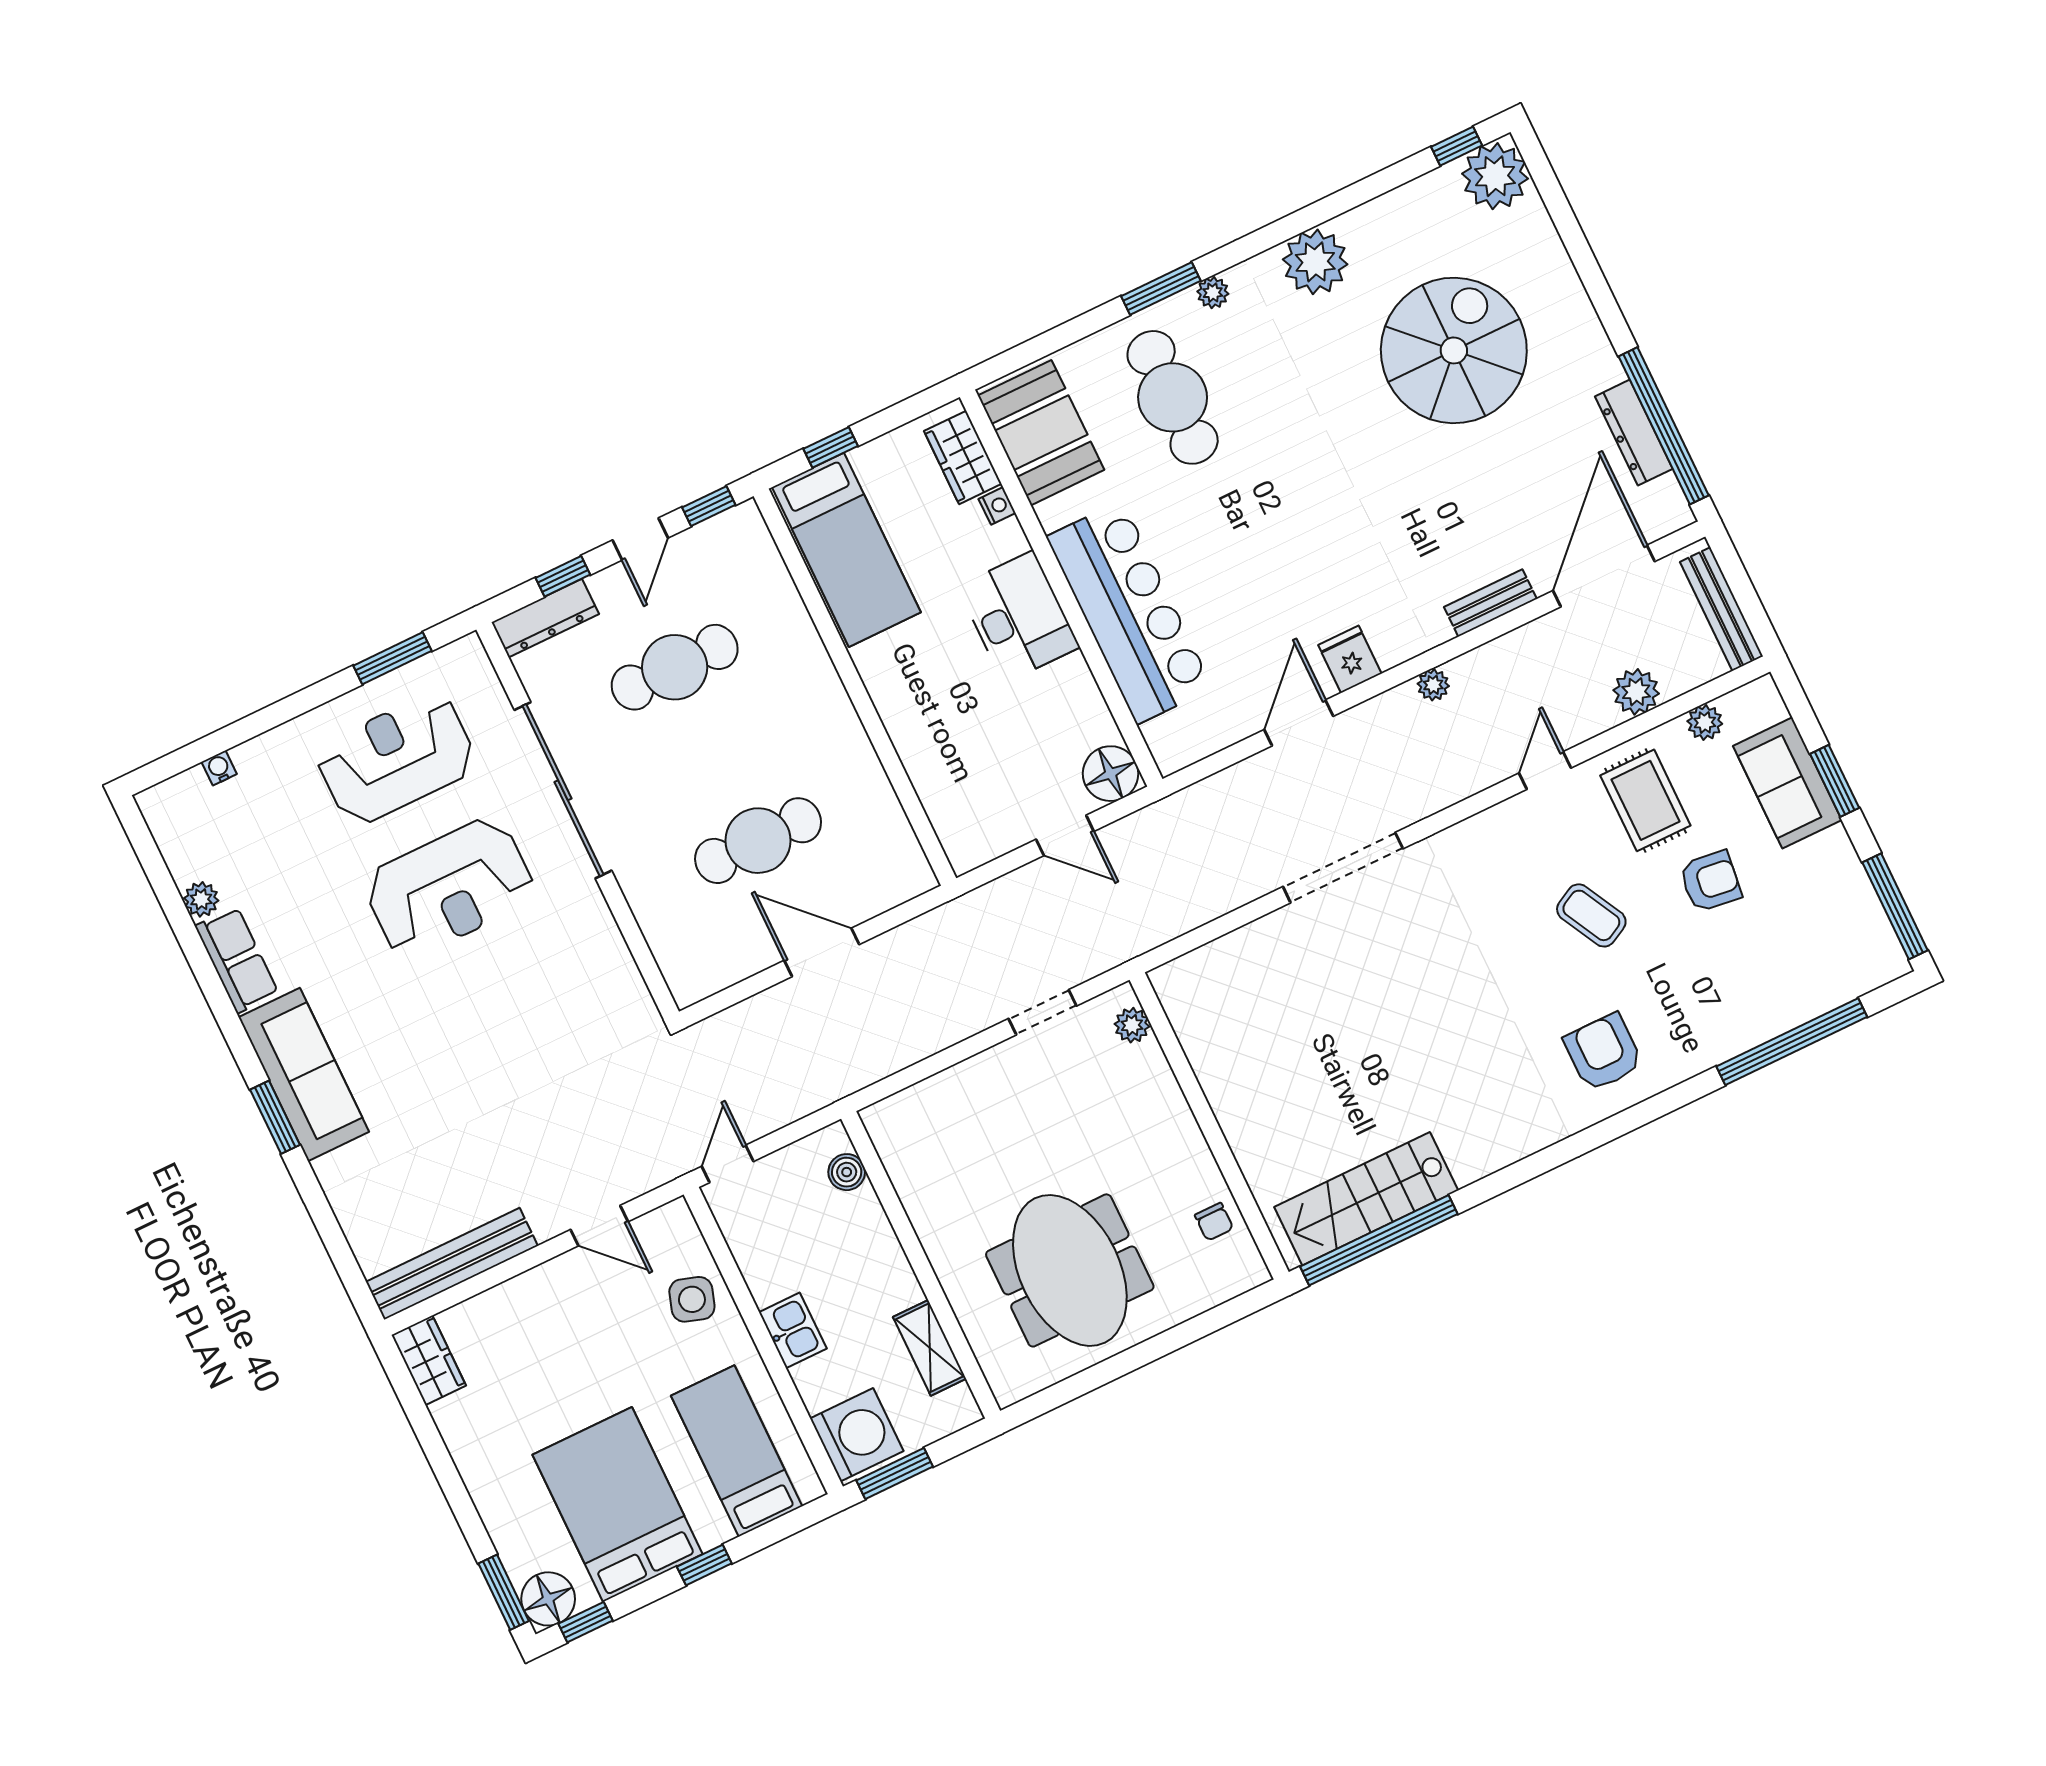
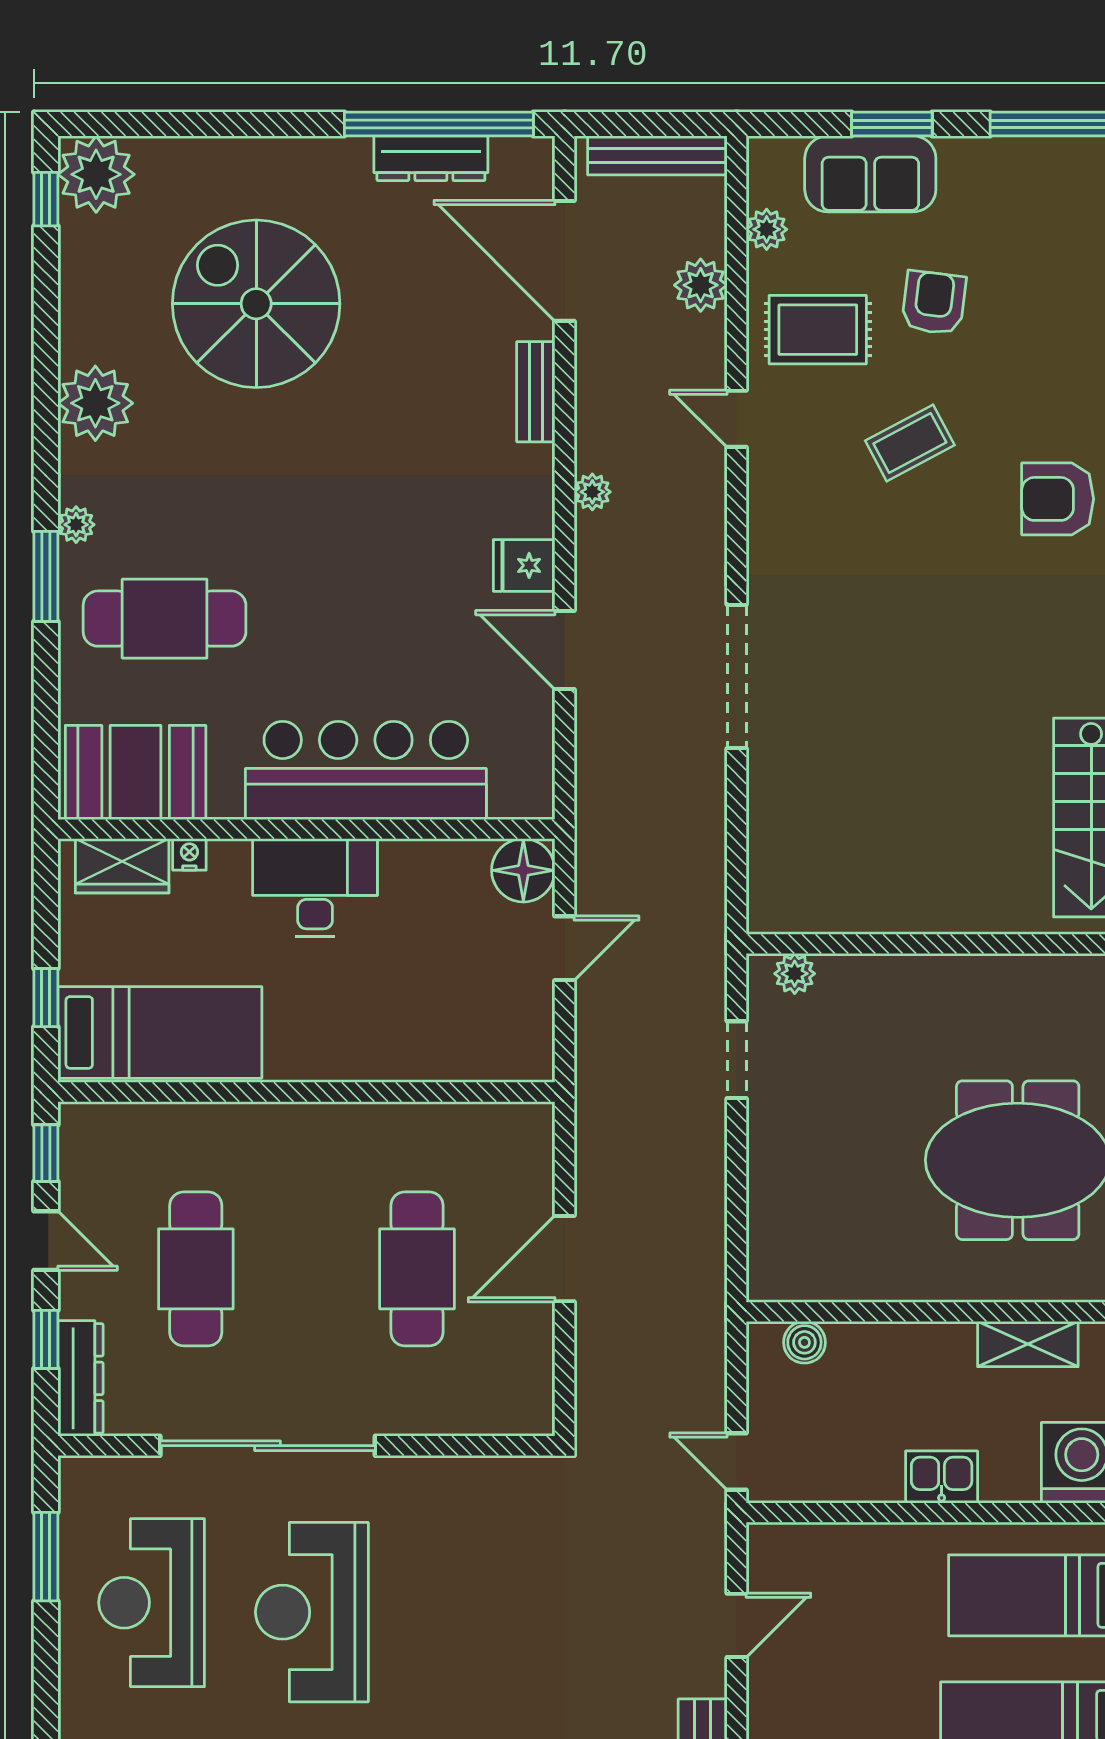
reception desk: (449, 888) -> (312, 1612), turned 180
chair: (1214, 1222) -> (1039, 987), removed
side table: (692, 1299) -> (859, 1566), removed

